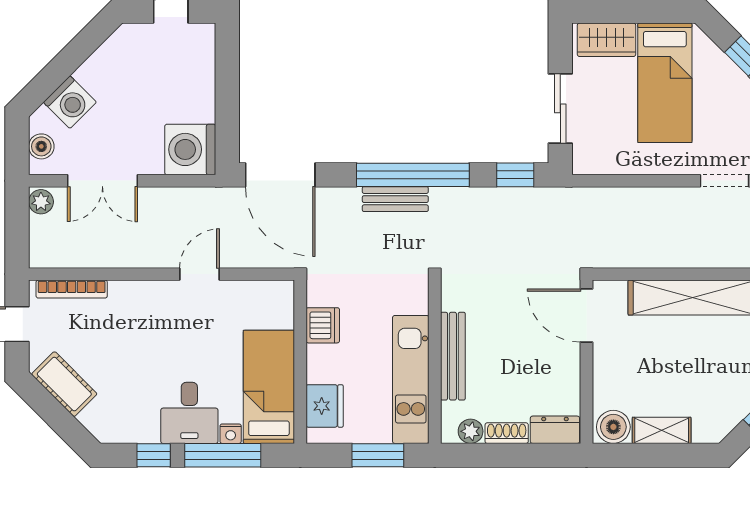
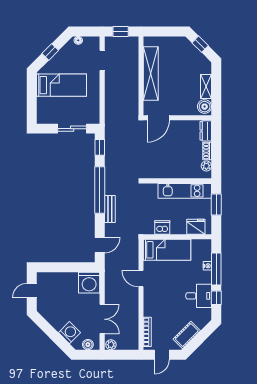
wardrobe: (607, 40) -> (44, 109), removed
door: (280, 175) -> (100, 245), width x0.53
bench: (395, 199) -> (110, 209), moved
bench: (453, 356) -> (175, 173), removed
bed: (269, 387) -> (167, 250), moved, turned 180
desk: (189, 413) -> (199, 296), moved

